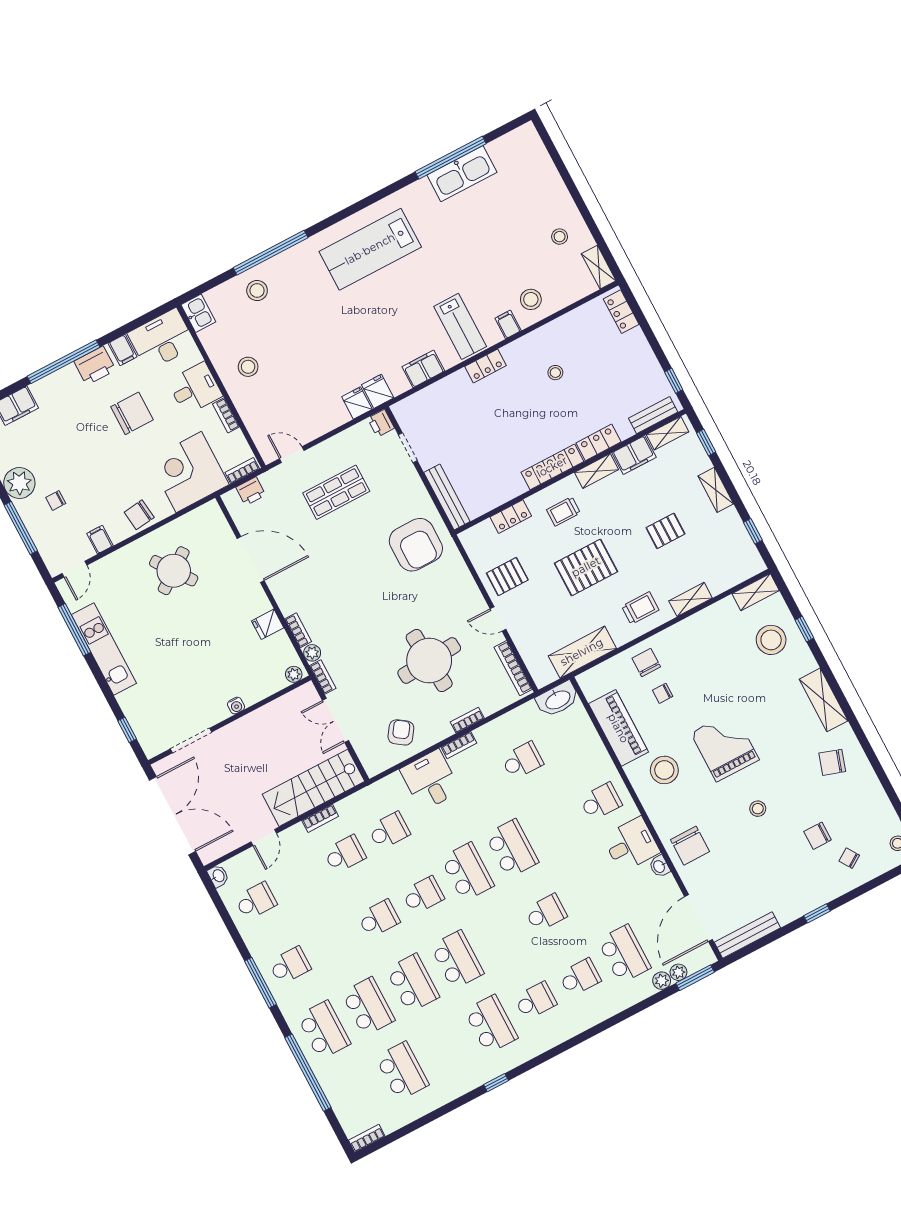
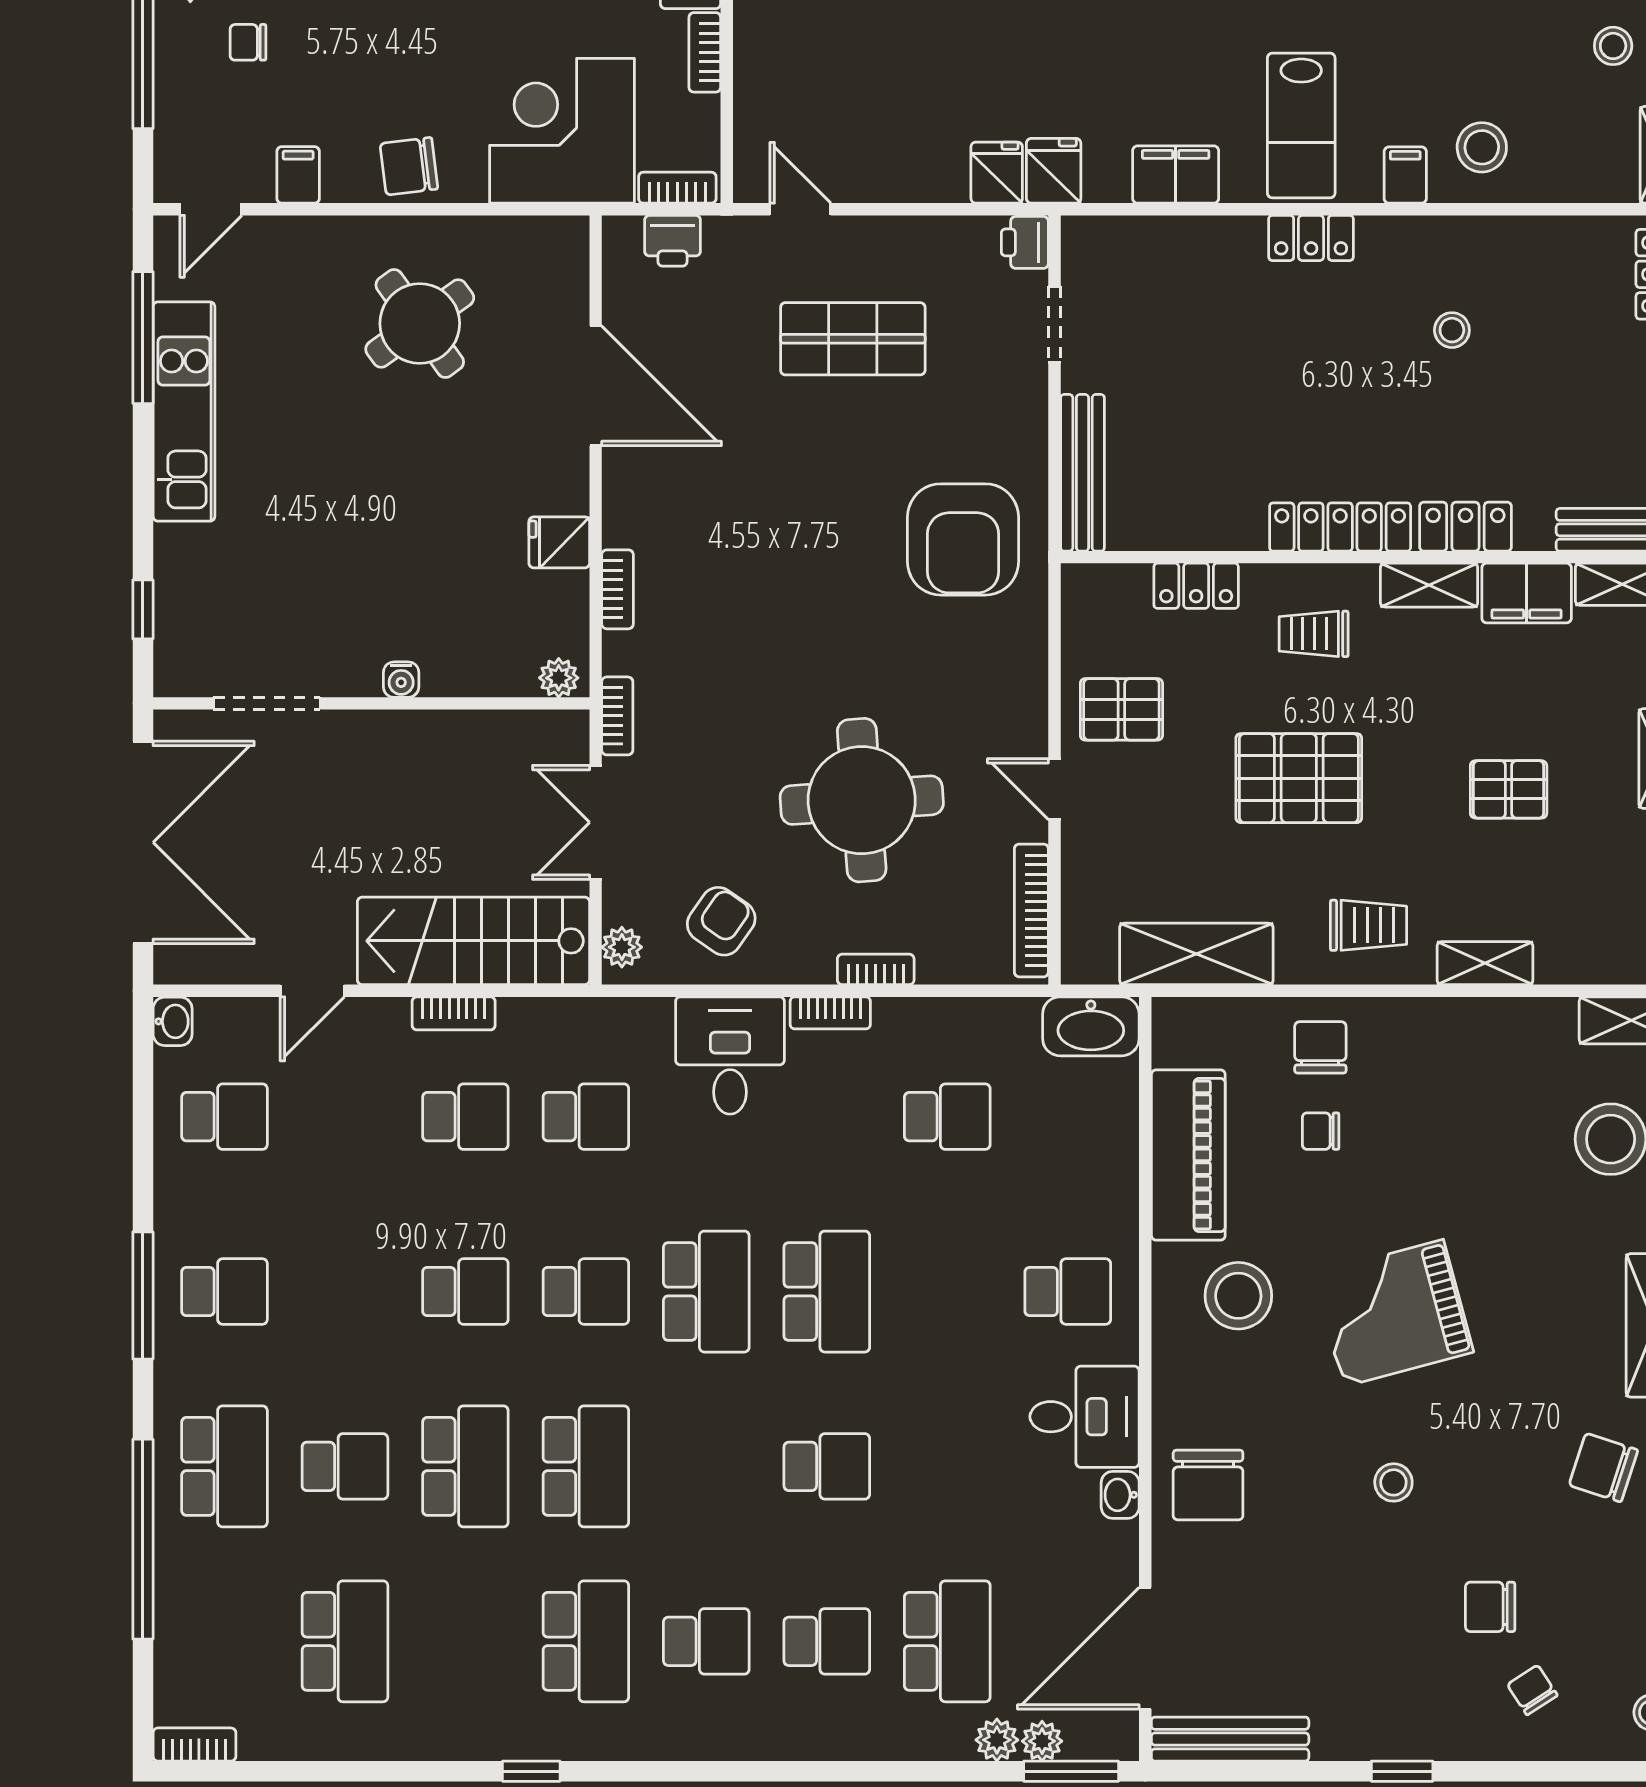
plant: (312, 653) -> (622, 947), moved
grand piano: (725, 746) -> (1393, 1313), turned -105
school desk: (368, 1006) -> (345, 1466), width x0.54

